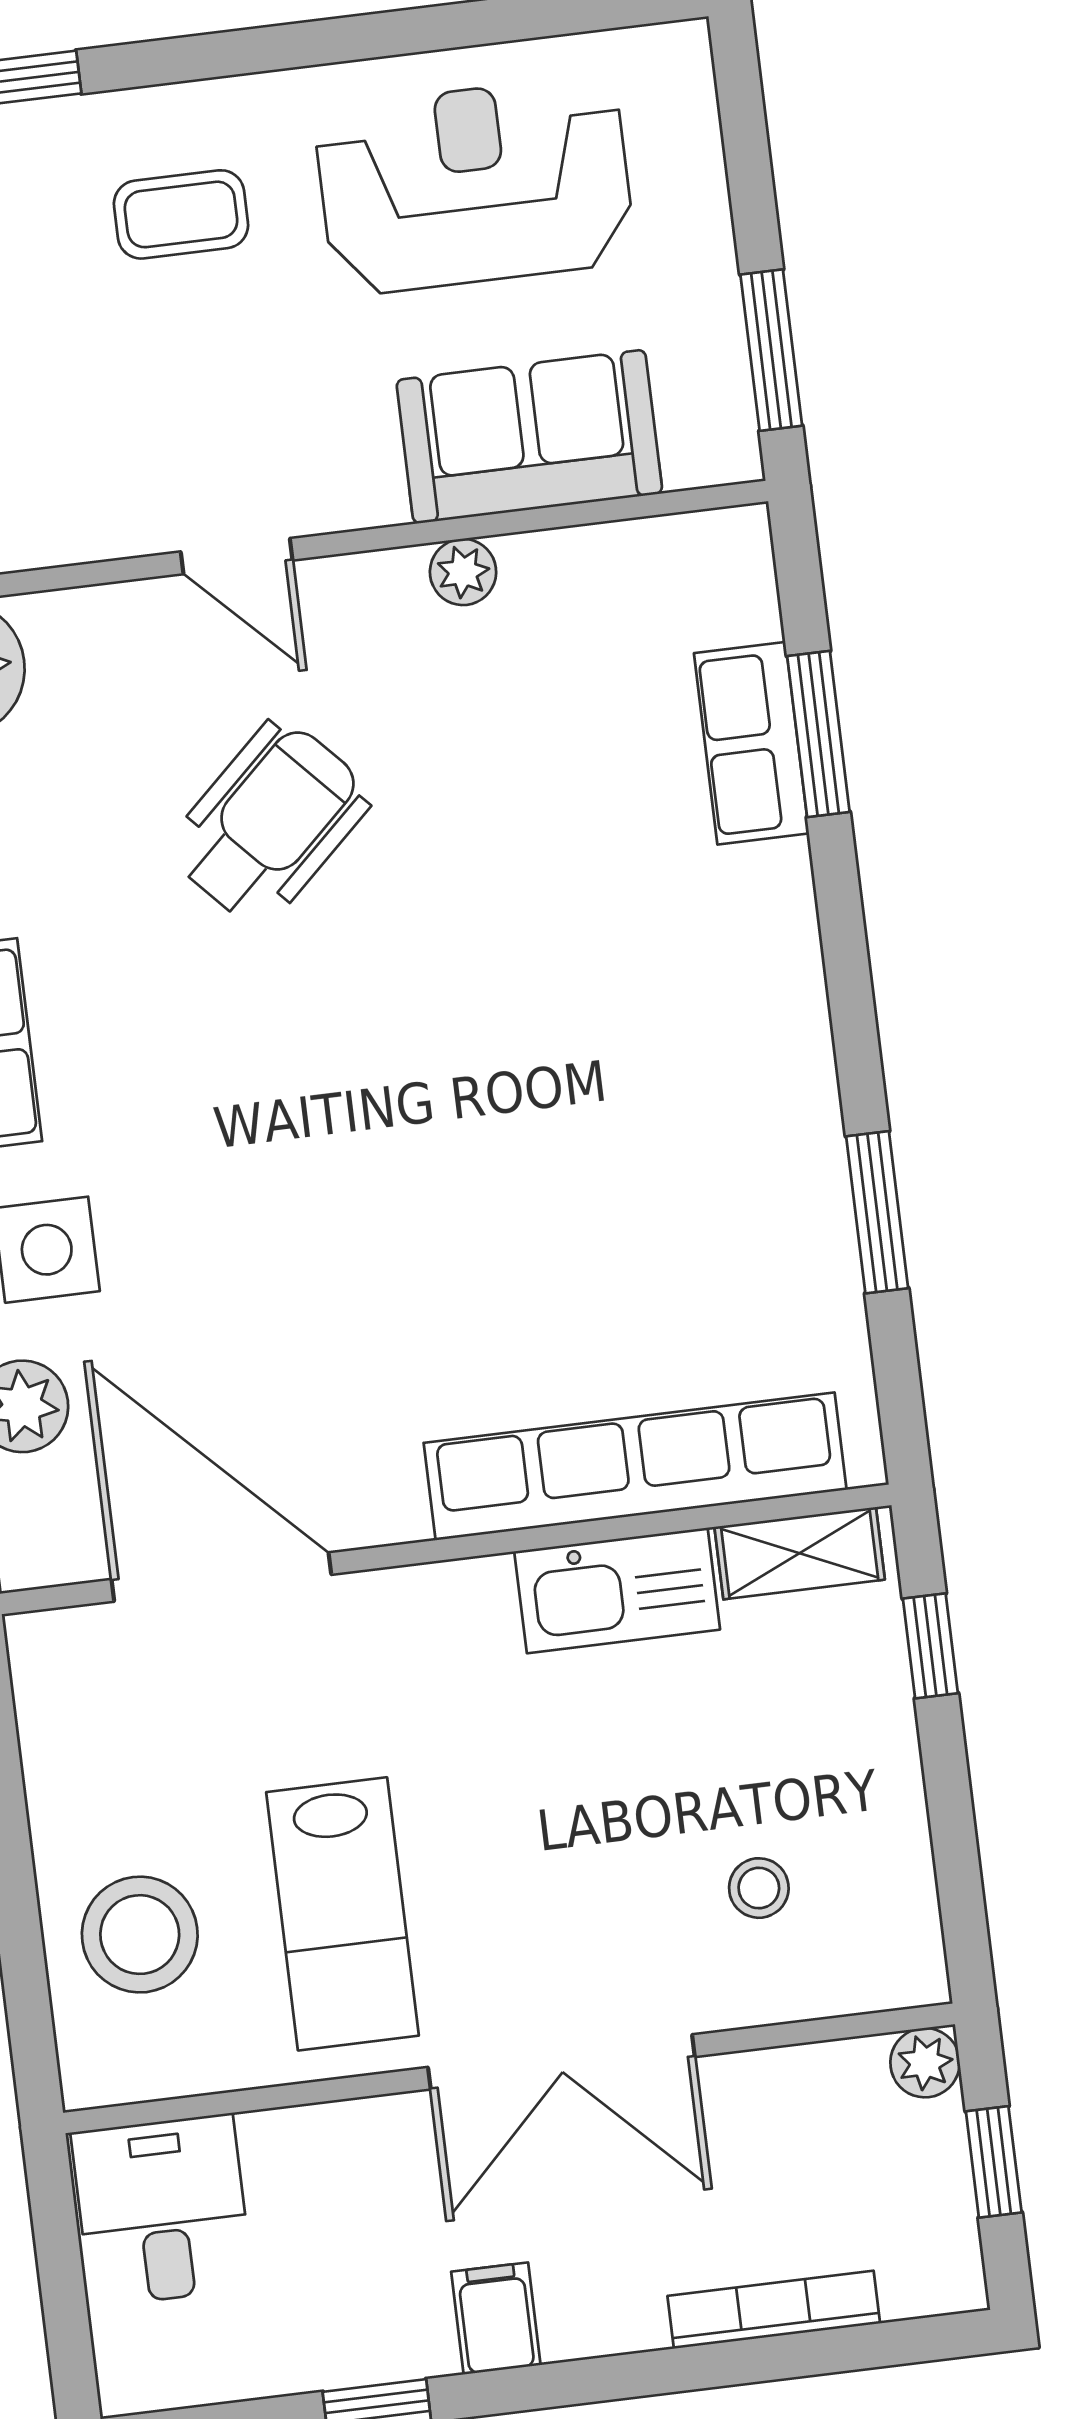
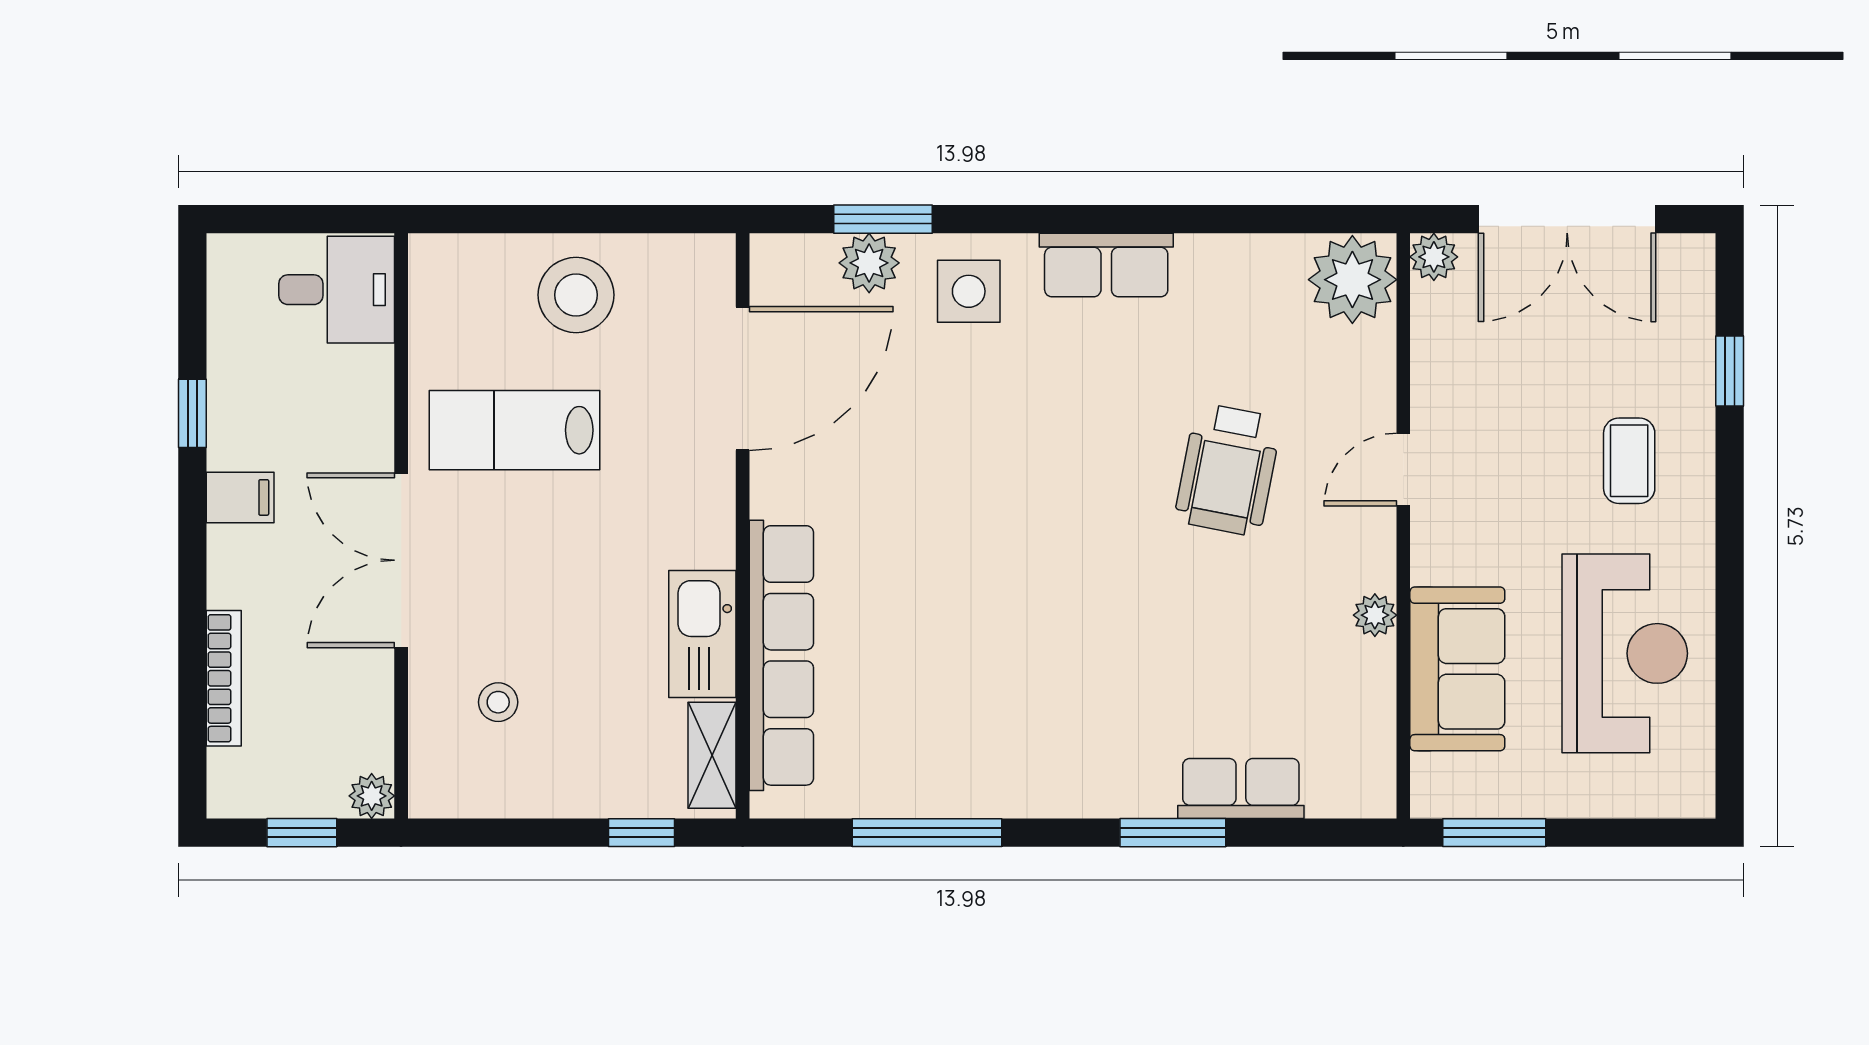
window: (818, 734) -> (1173, 833), moved
wheelchair: (269, 823) -> (1228, 470), turned 54
window: (877, 1212) -> (927, 833), width x1.44
stool: (140, 1935) -> (576, 295), moved

